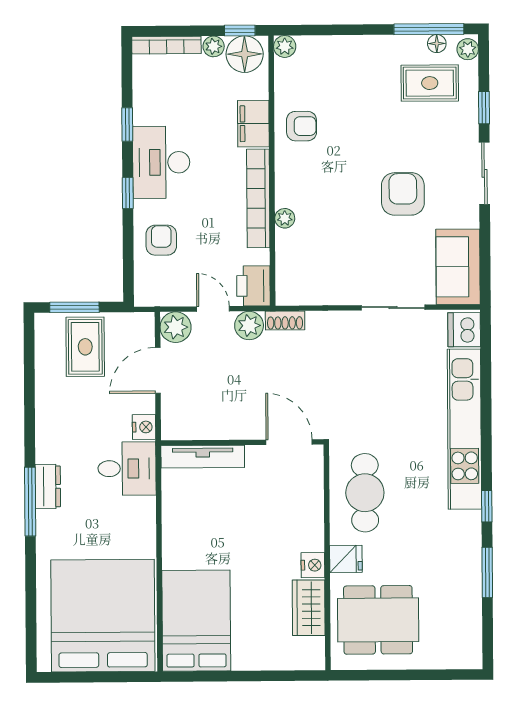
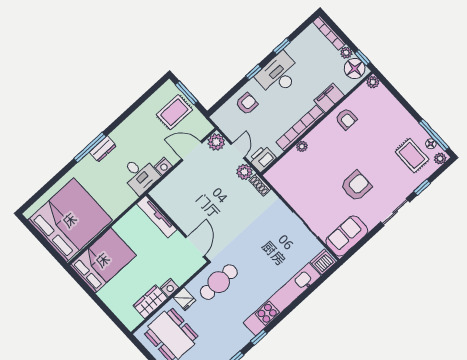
wall: (242, 442) -> (178, 228), moved
door: (289, 442) -> (195, 247), moved
tv unit: (203, 457) -> (157, 217), moved

